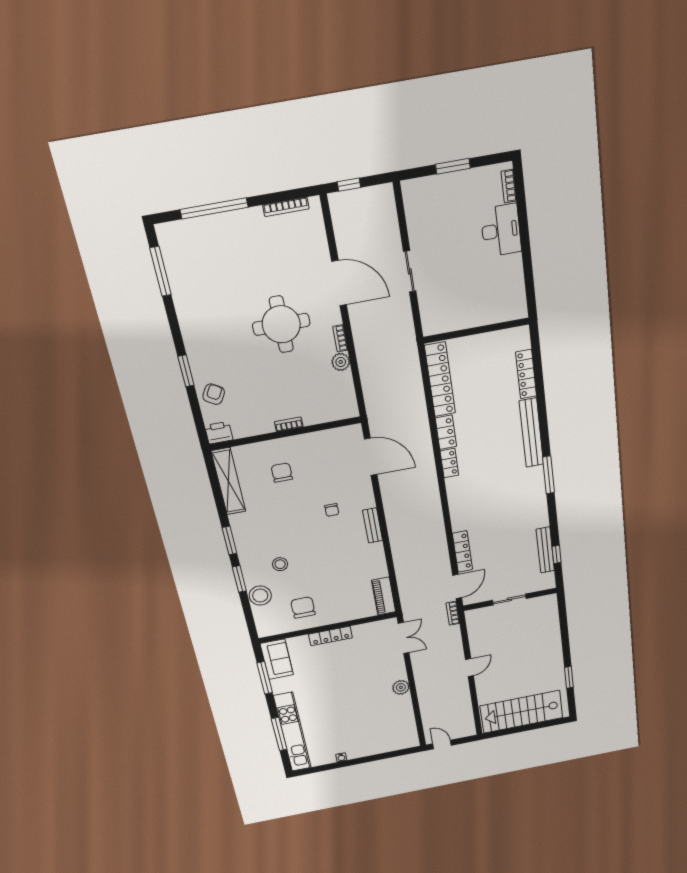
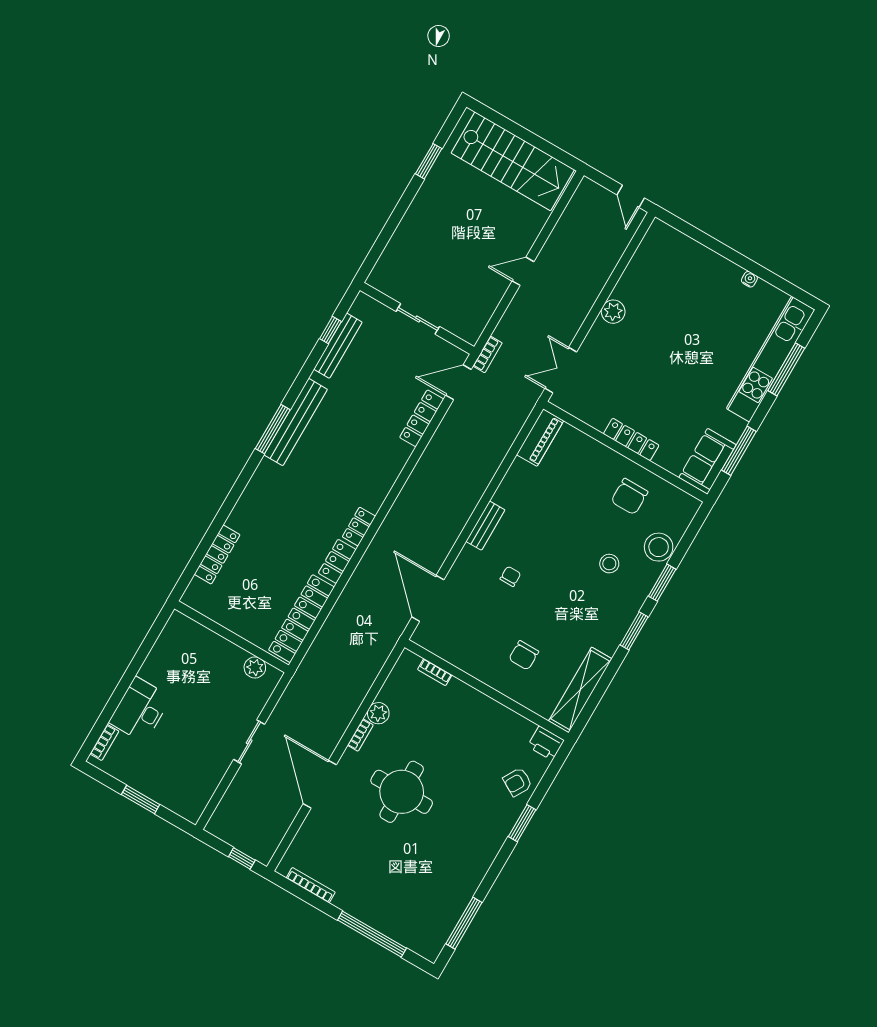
plant: (445, 324) -> (255, 668), added
bookcase: (289, 424) -> (435, 672), moved
bench: (531, 433) -> (296, 422), moved

